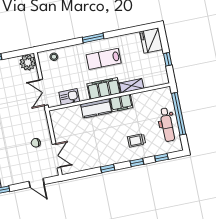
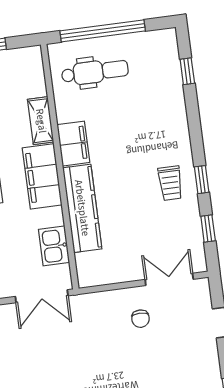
kitchen counter: (96, 108) -> (82, 208), width x1.50
dental chair: (167, 125) -> (95, 72), moved
trolley: (136, 140) -> (170, 183), moved
window: (137, 163) -> (208, 229), moved

